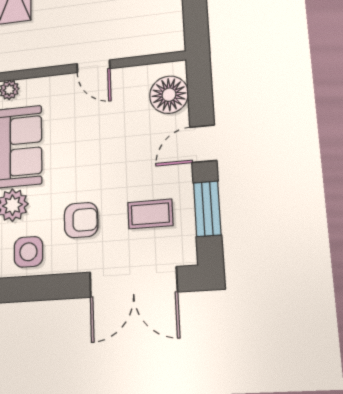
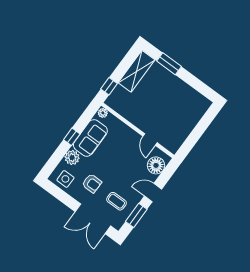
door: (93, 66) -> (150, 139), moved

